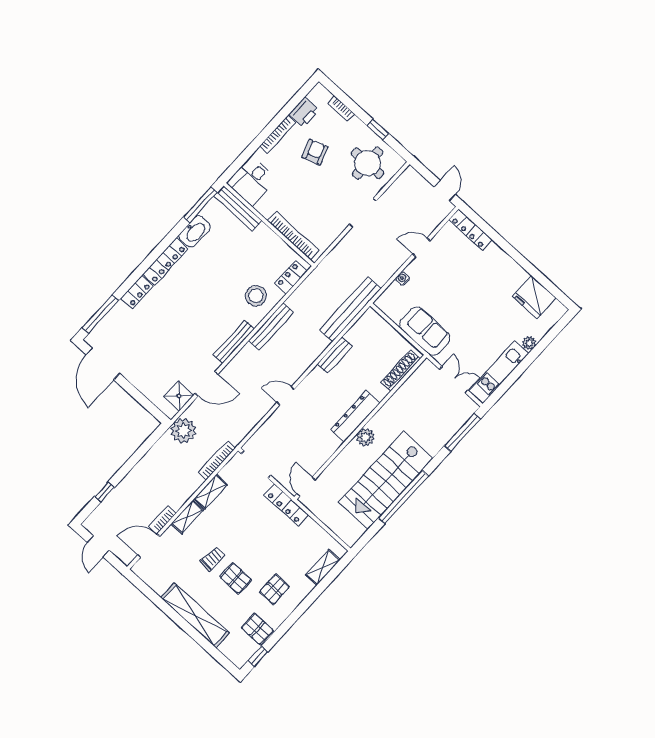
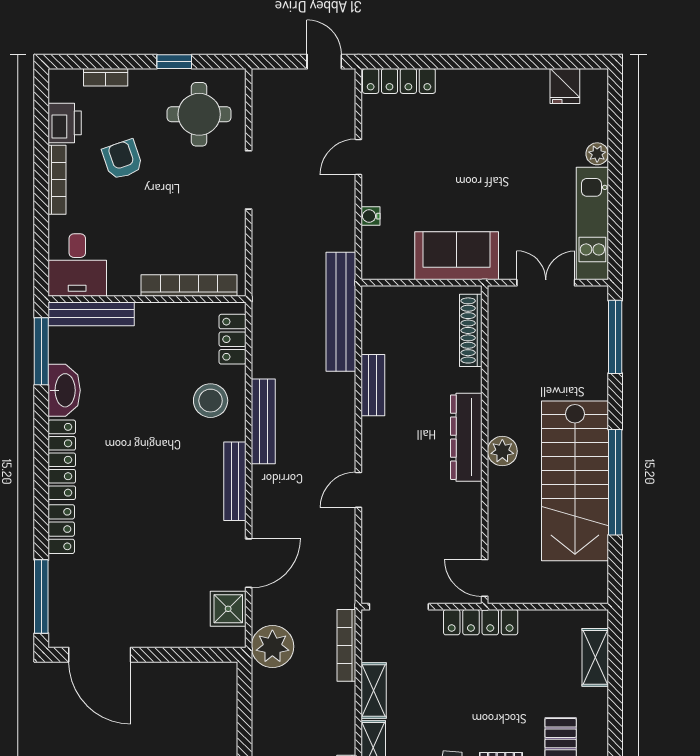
fridge: (534, 297) -> (565, 86), width x0.53, depth x0.75

